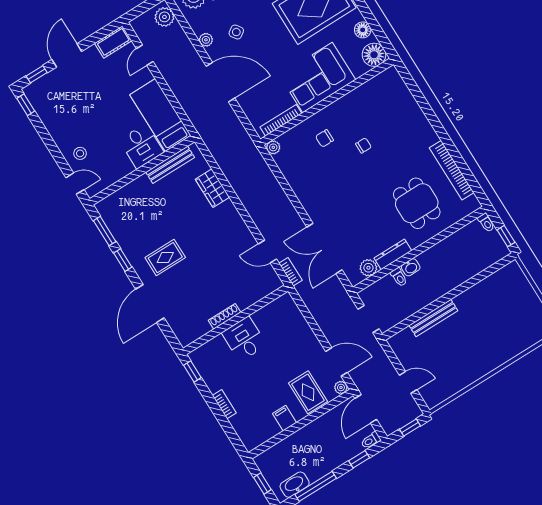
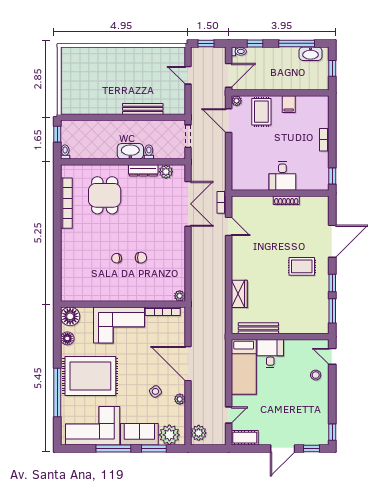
chair: (324, 138) -> (141, 258), moved
washbasin: (411, 267) -> (130, 151), width x1.91, depth x1.45

